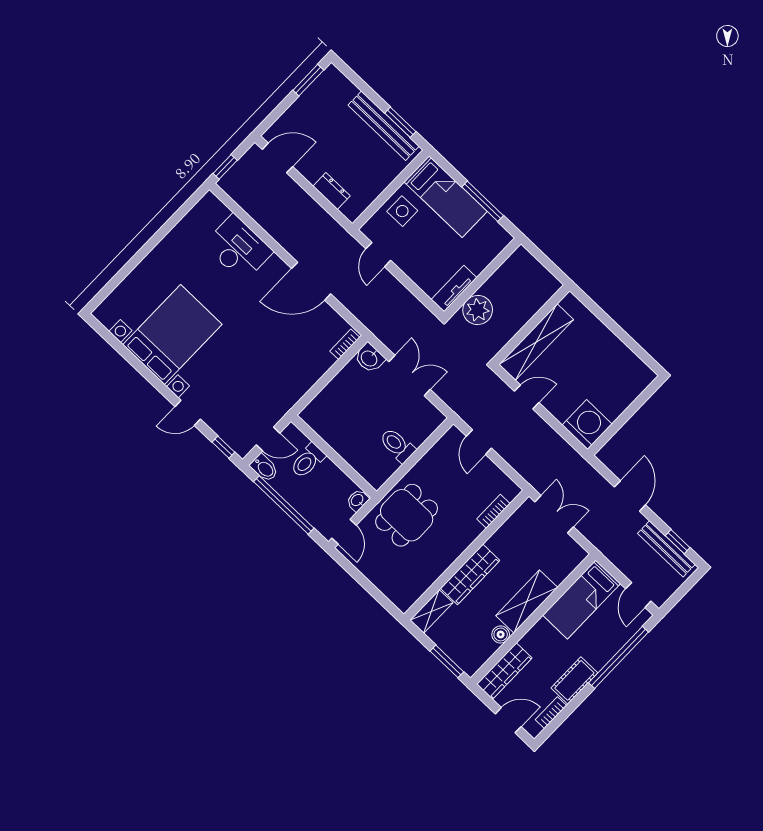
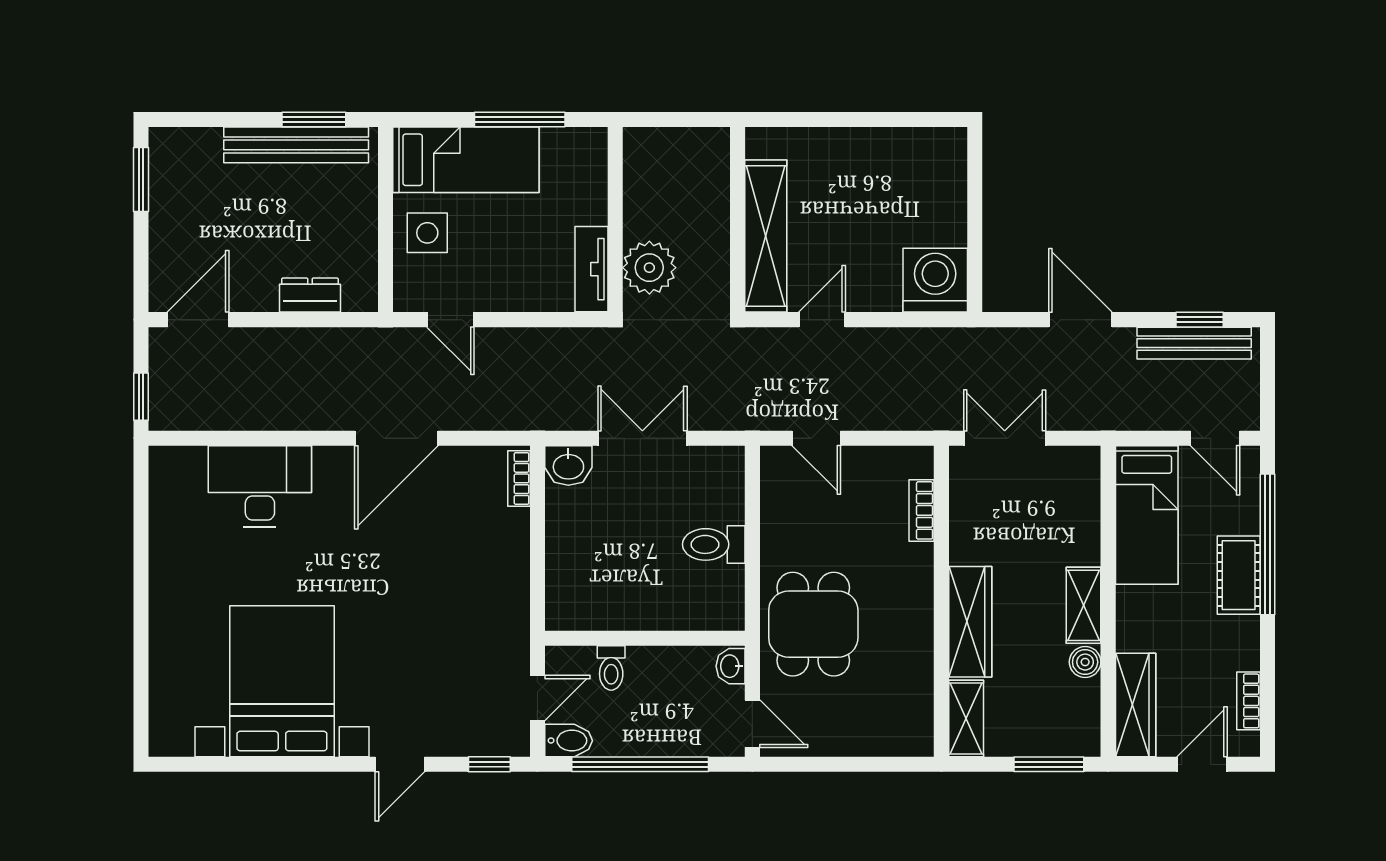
toilet: (308, 461) -> (611, 668), width x0.73, depth x0.72
shelving: (527, 601) -> (1084, 605), width x0.67, depth x0.75
cot: (574, 680) -> (1239, 575), moved

